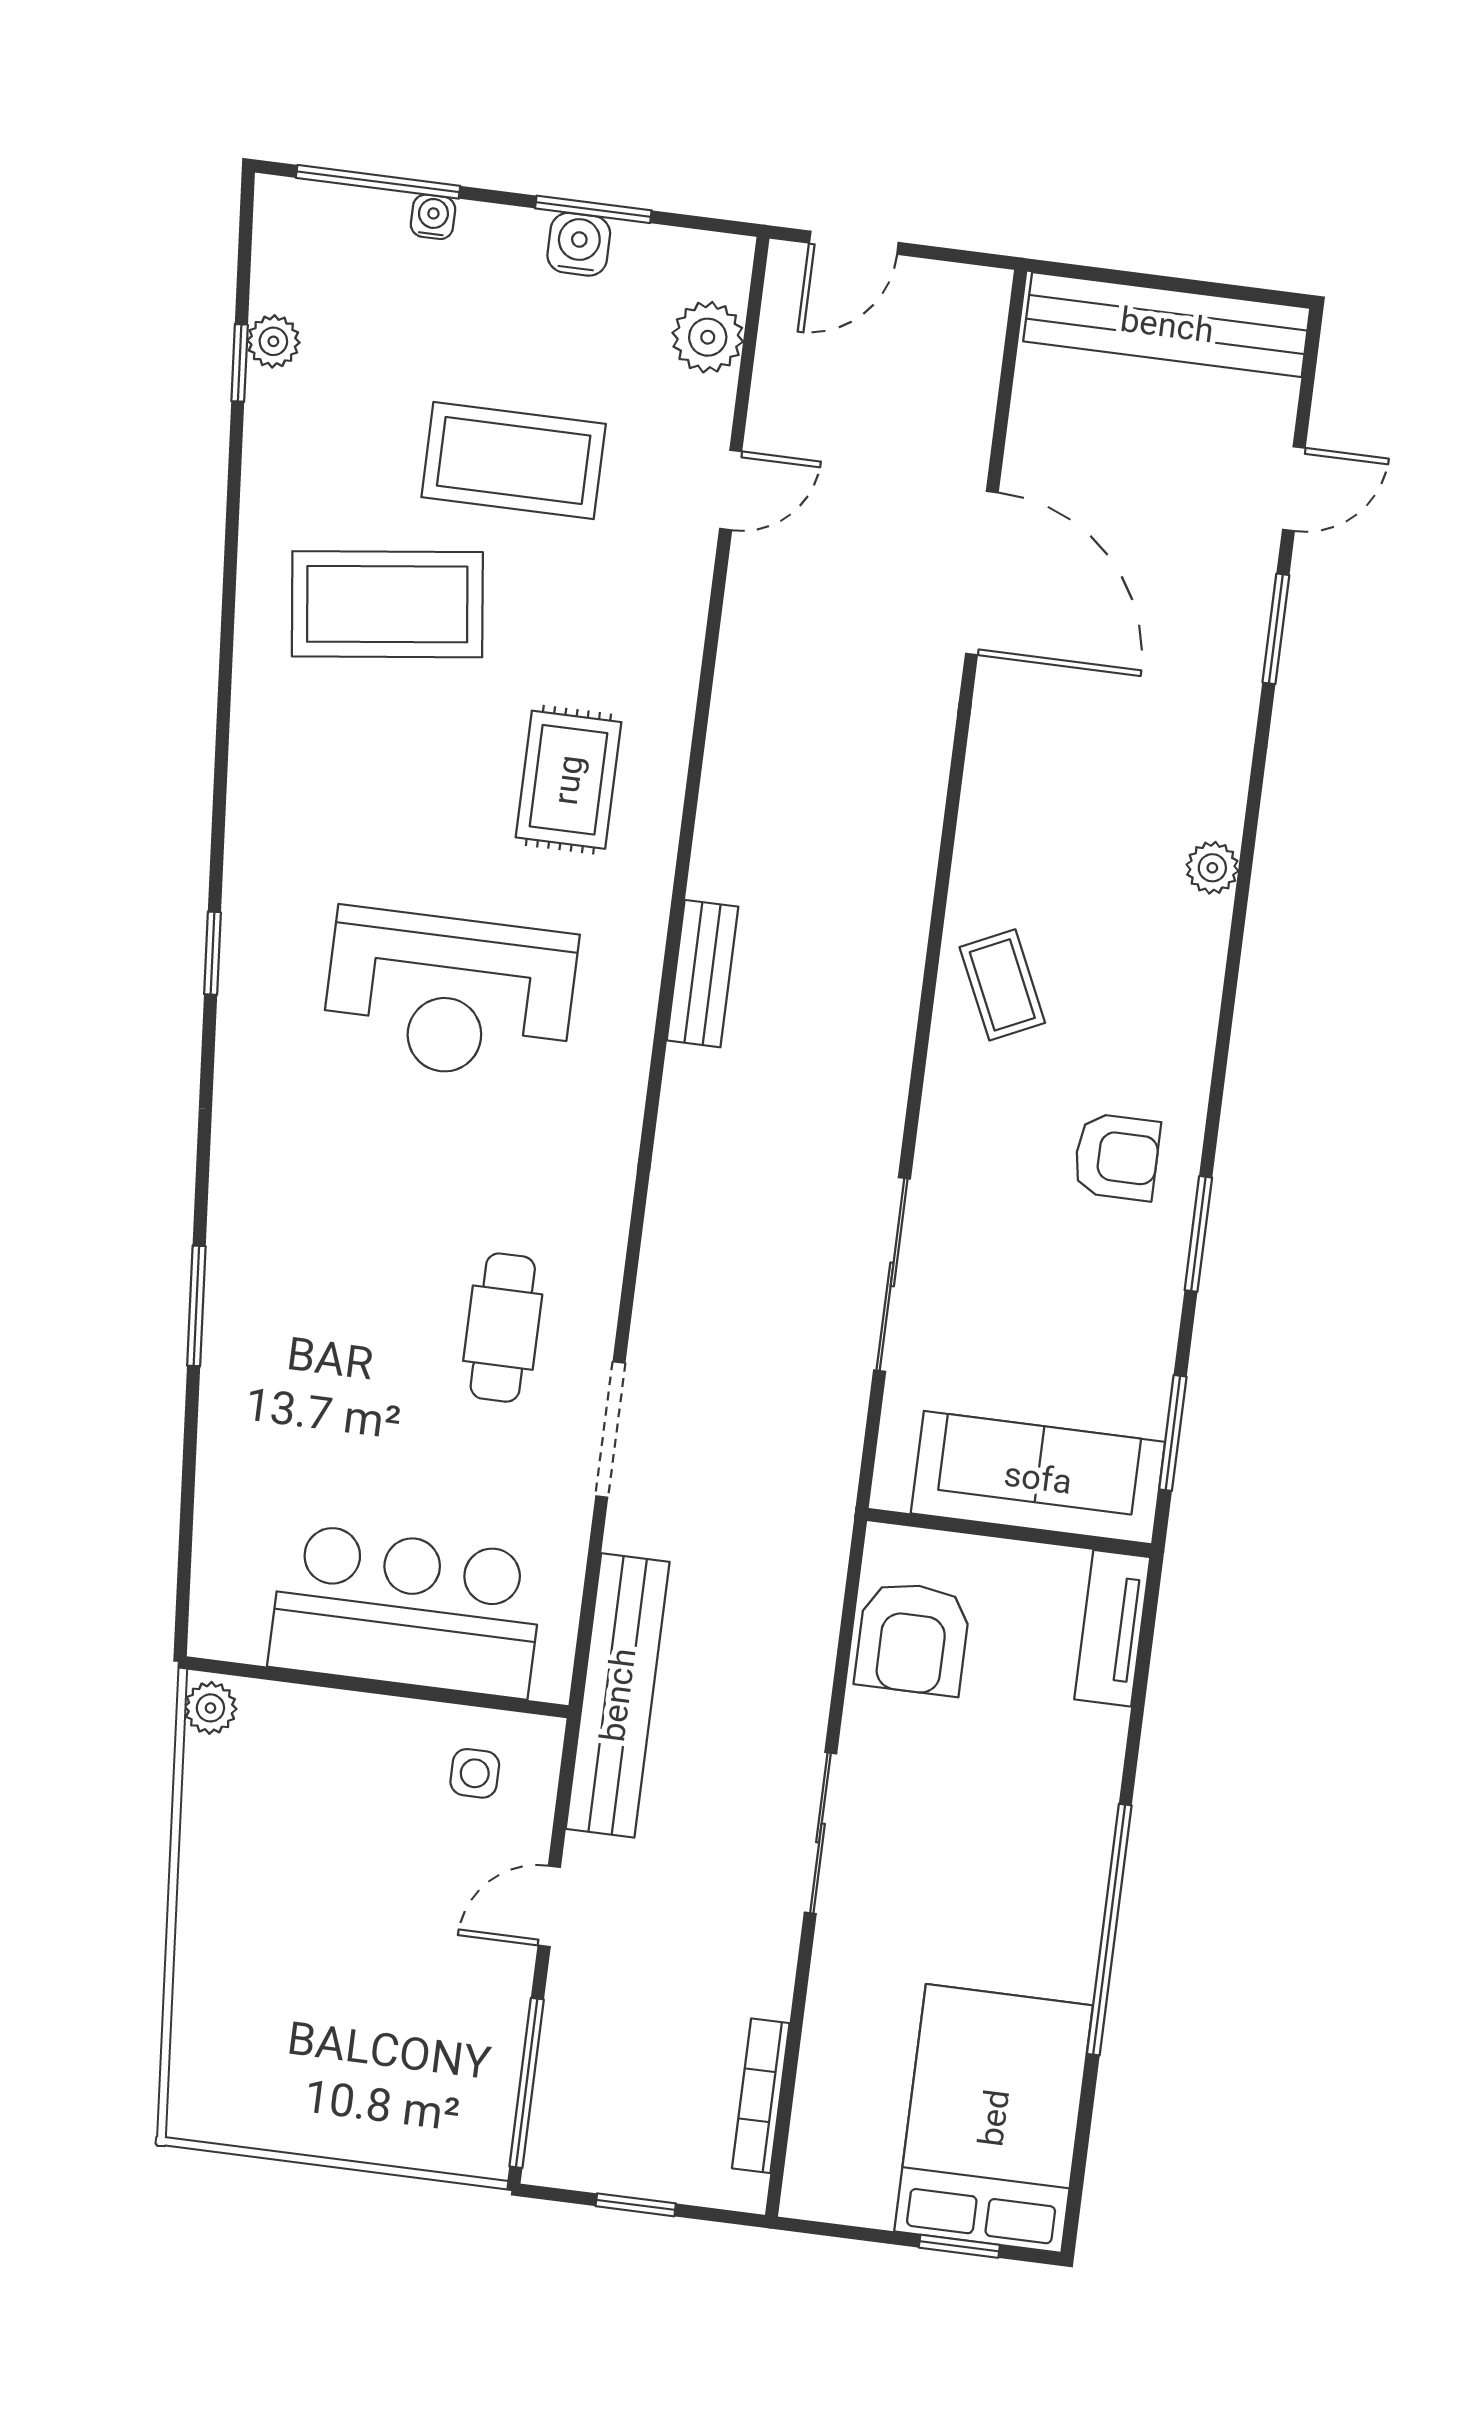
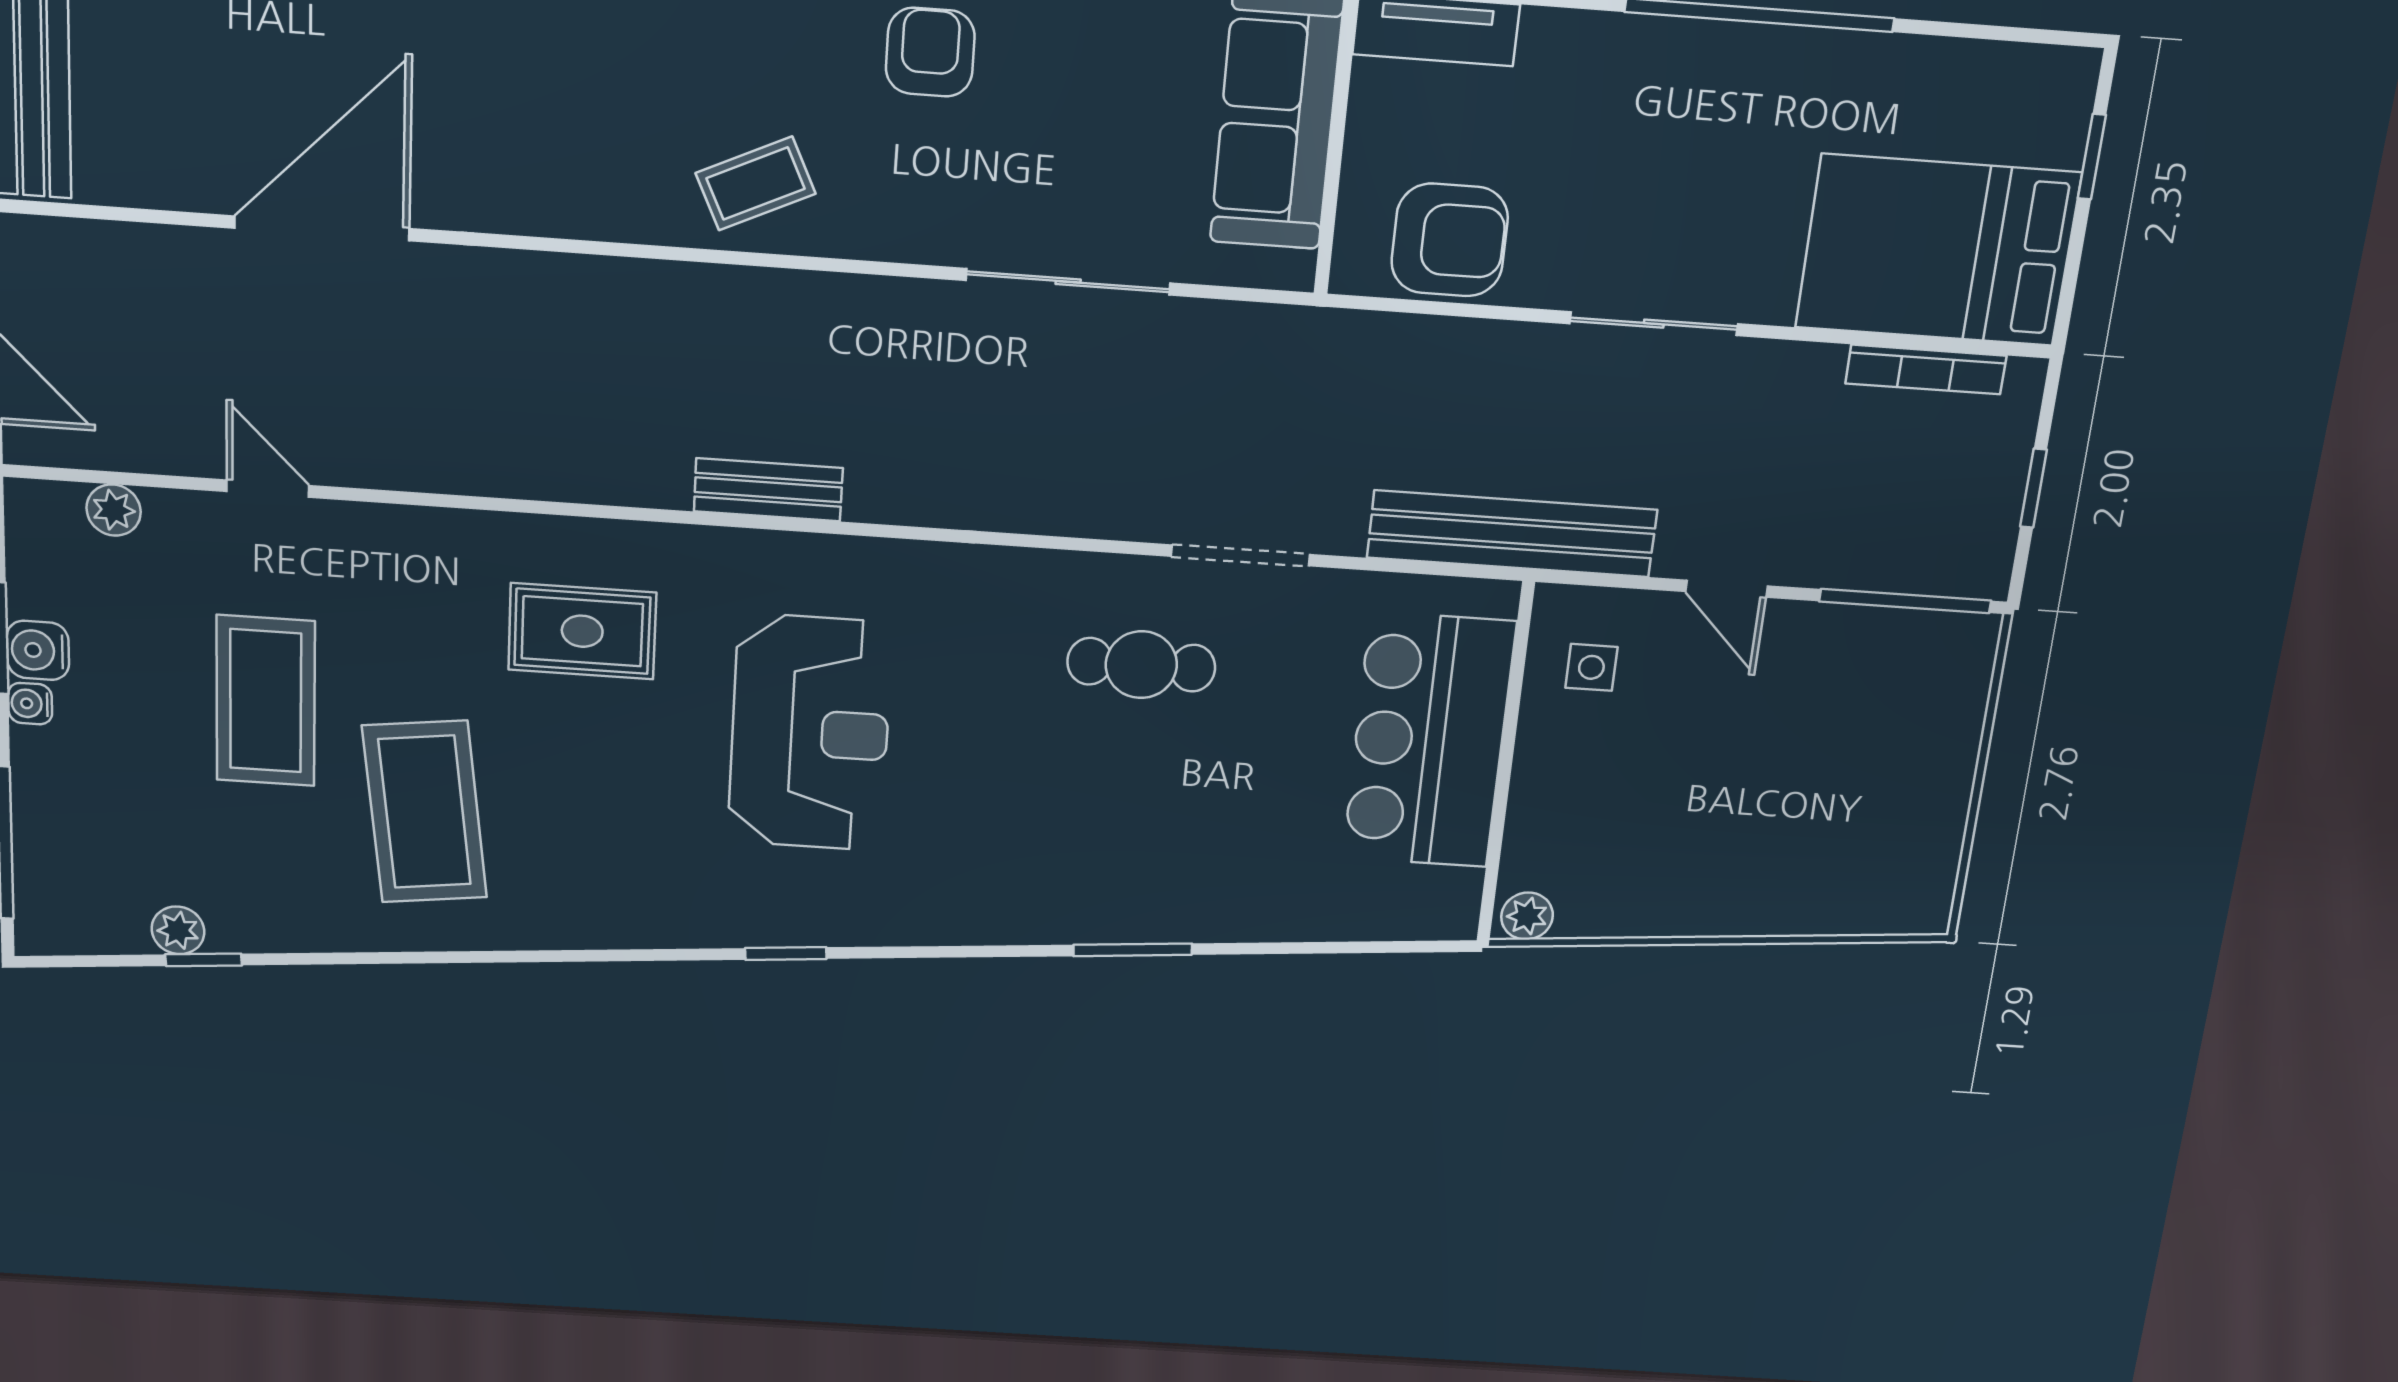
water cooler: (433, 217) -> (30, 704), moved
plant: (708, 337) -> (114, 510), width x0.73, depth x0.73
bed: (994, 2118) -> (1938, 250), moved

